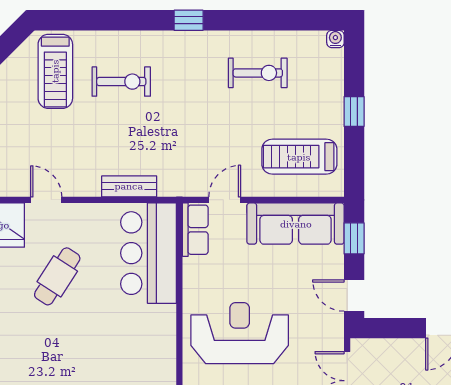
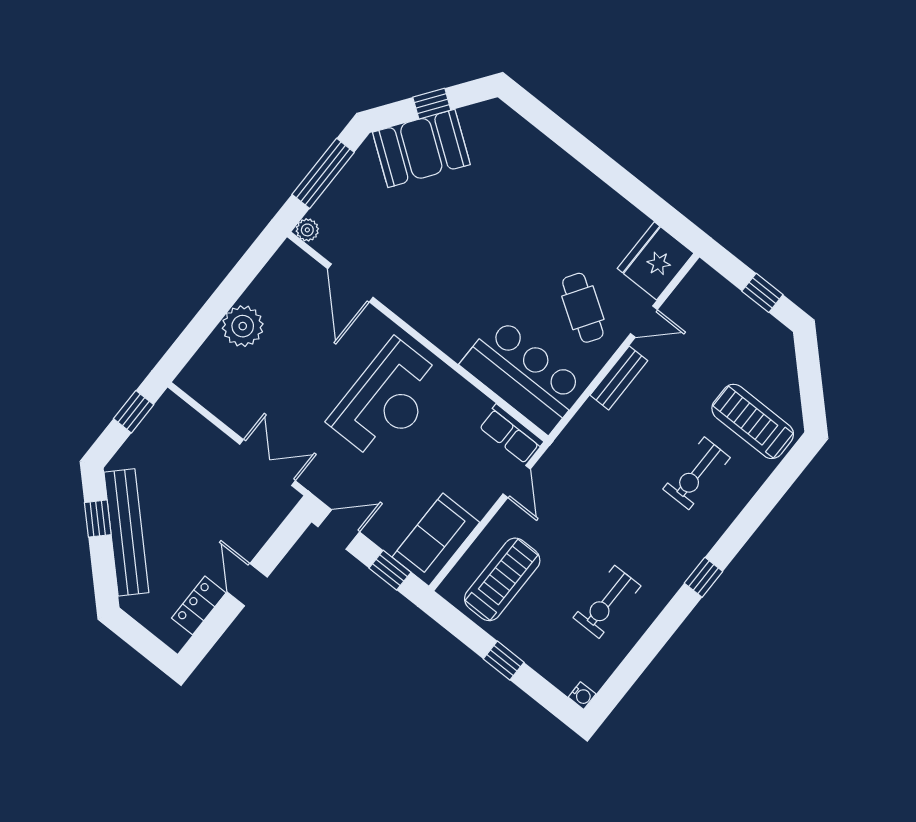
bench: (129, 186) -> (619, 378), moved
sofa: (296, 224) -> (436, 540), width x0.73
cafe table: (57, 276) -> (583, 308), moved

